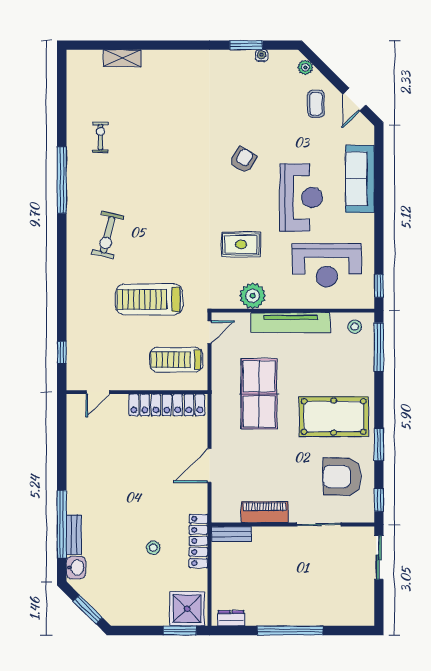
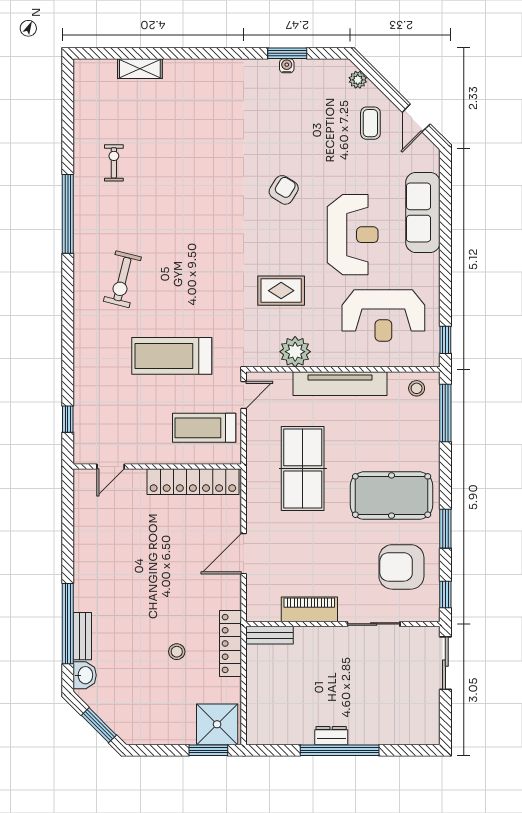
water cooler: (262, 56) -> (287, 66), moved
dresser: (231, 618) -> (331, 736), moved

